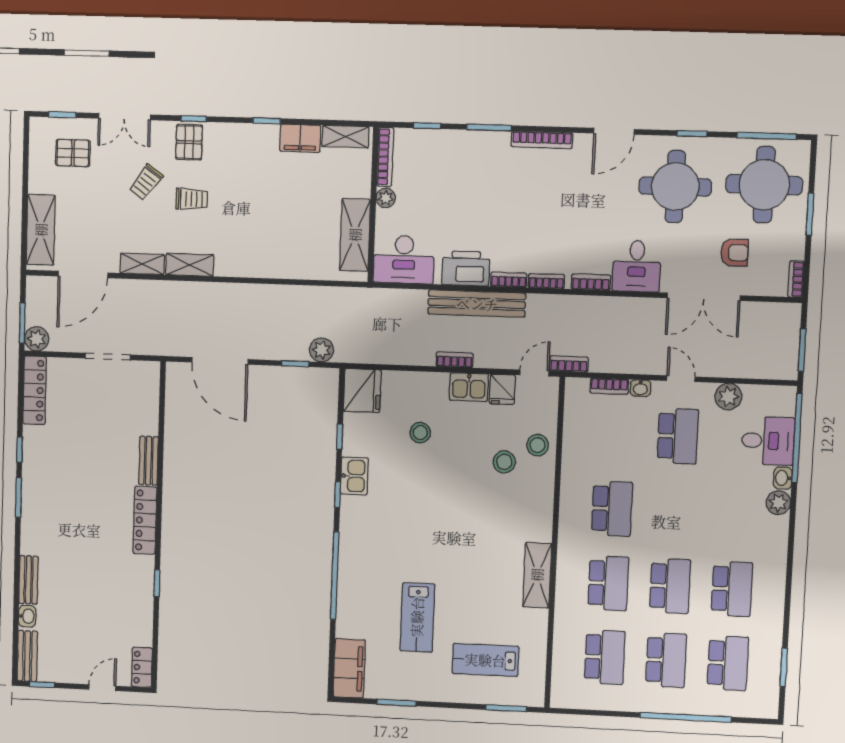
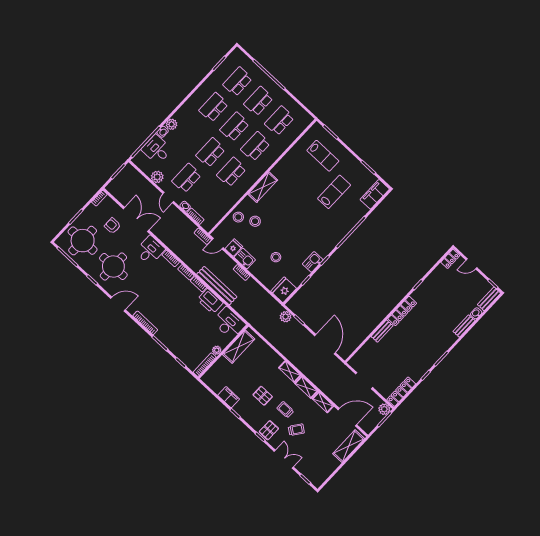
shelving: (346, 137) -> (290, 372), moved
pallet: (73, 153) -> (263, 396), moved
school desk: (674, 511) -> (211, 152), added
shelving: (537, 575) -> (263, 187), moved

